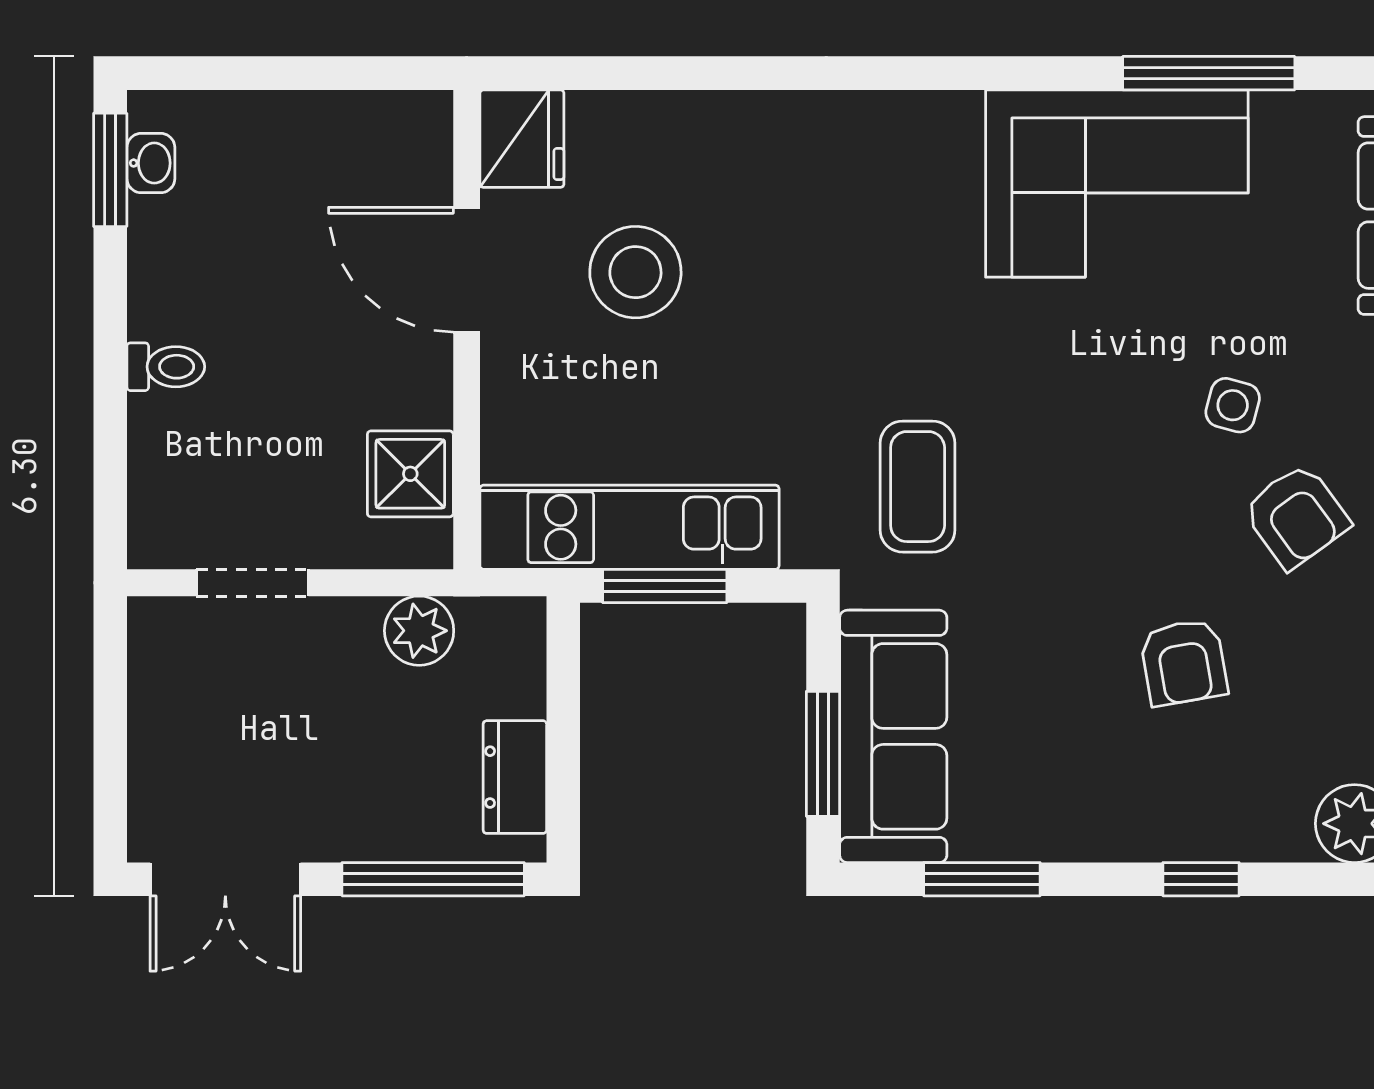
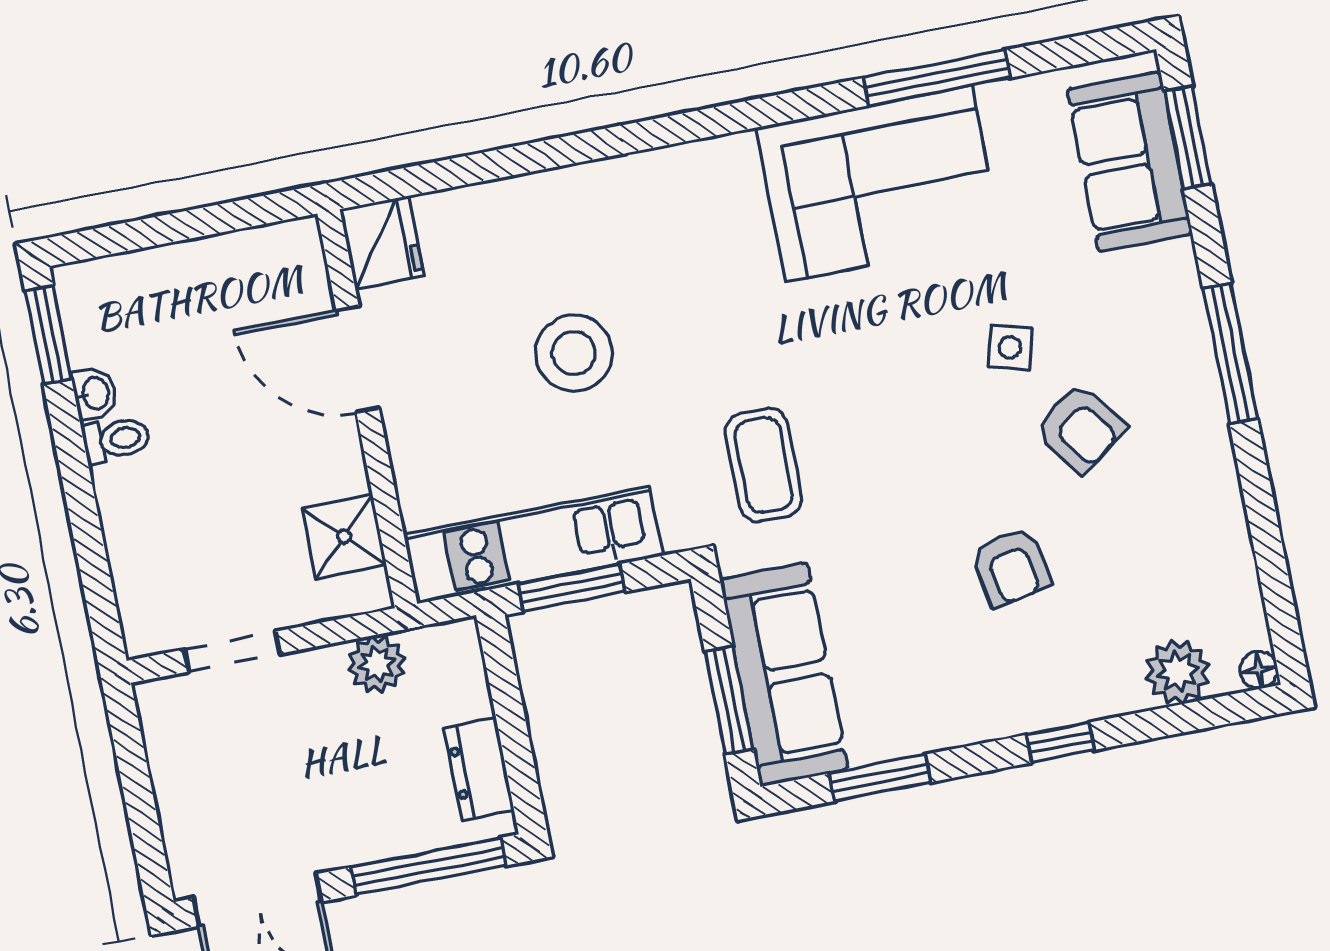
washbasin: (151, 163) -> (94, 393), moved
stool: (635, 272) -> (574, 353), moved
toilet: (166, 367) -> (116, 439), moved

